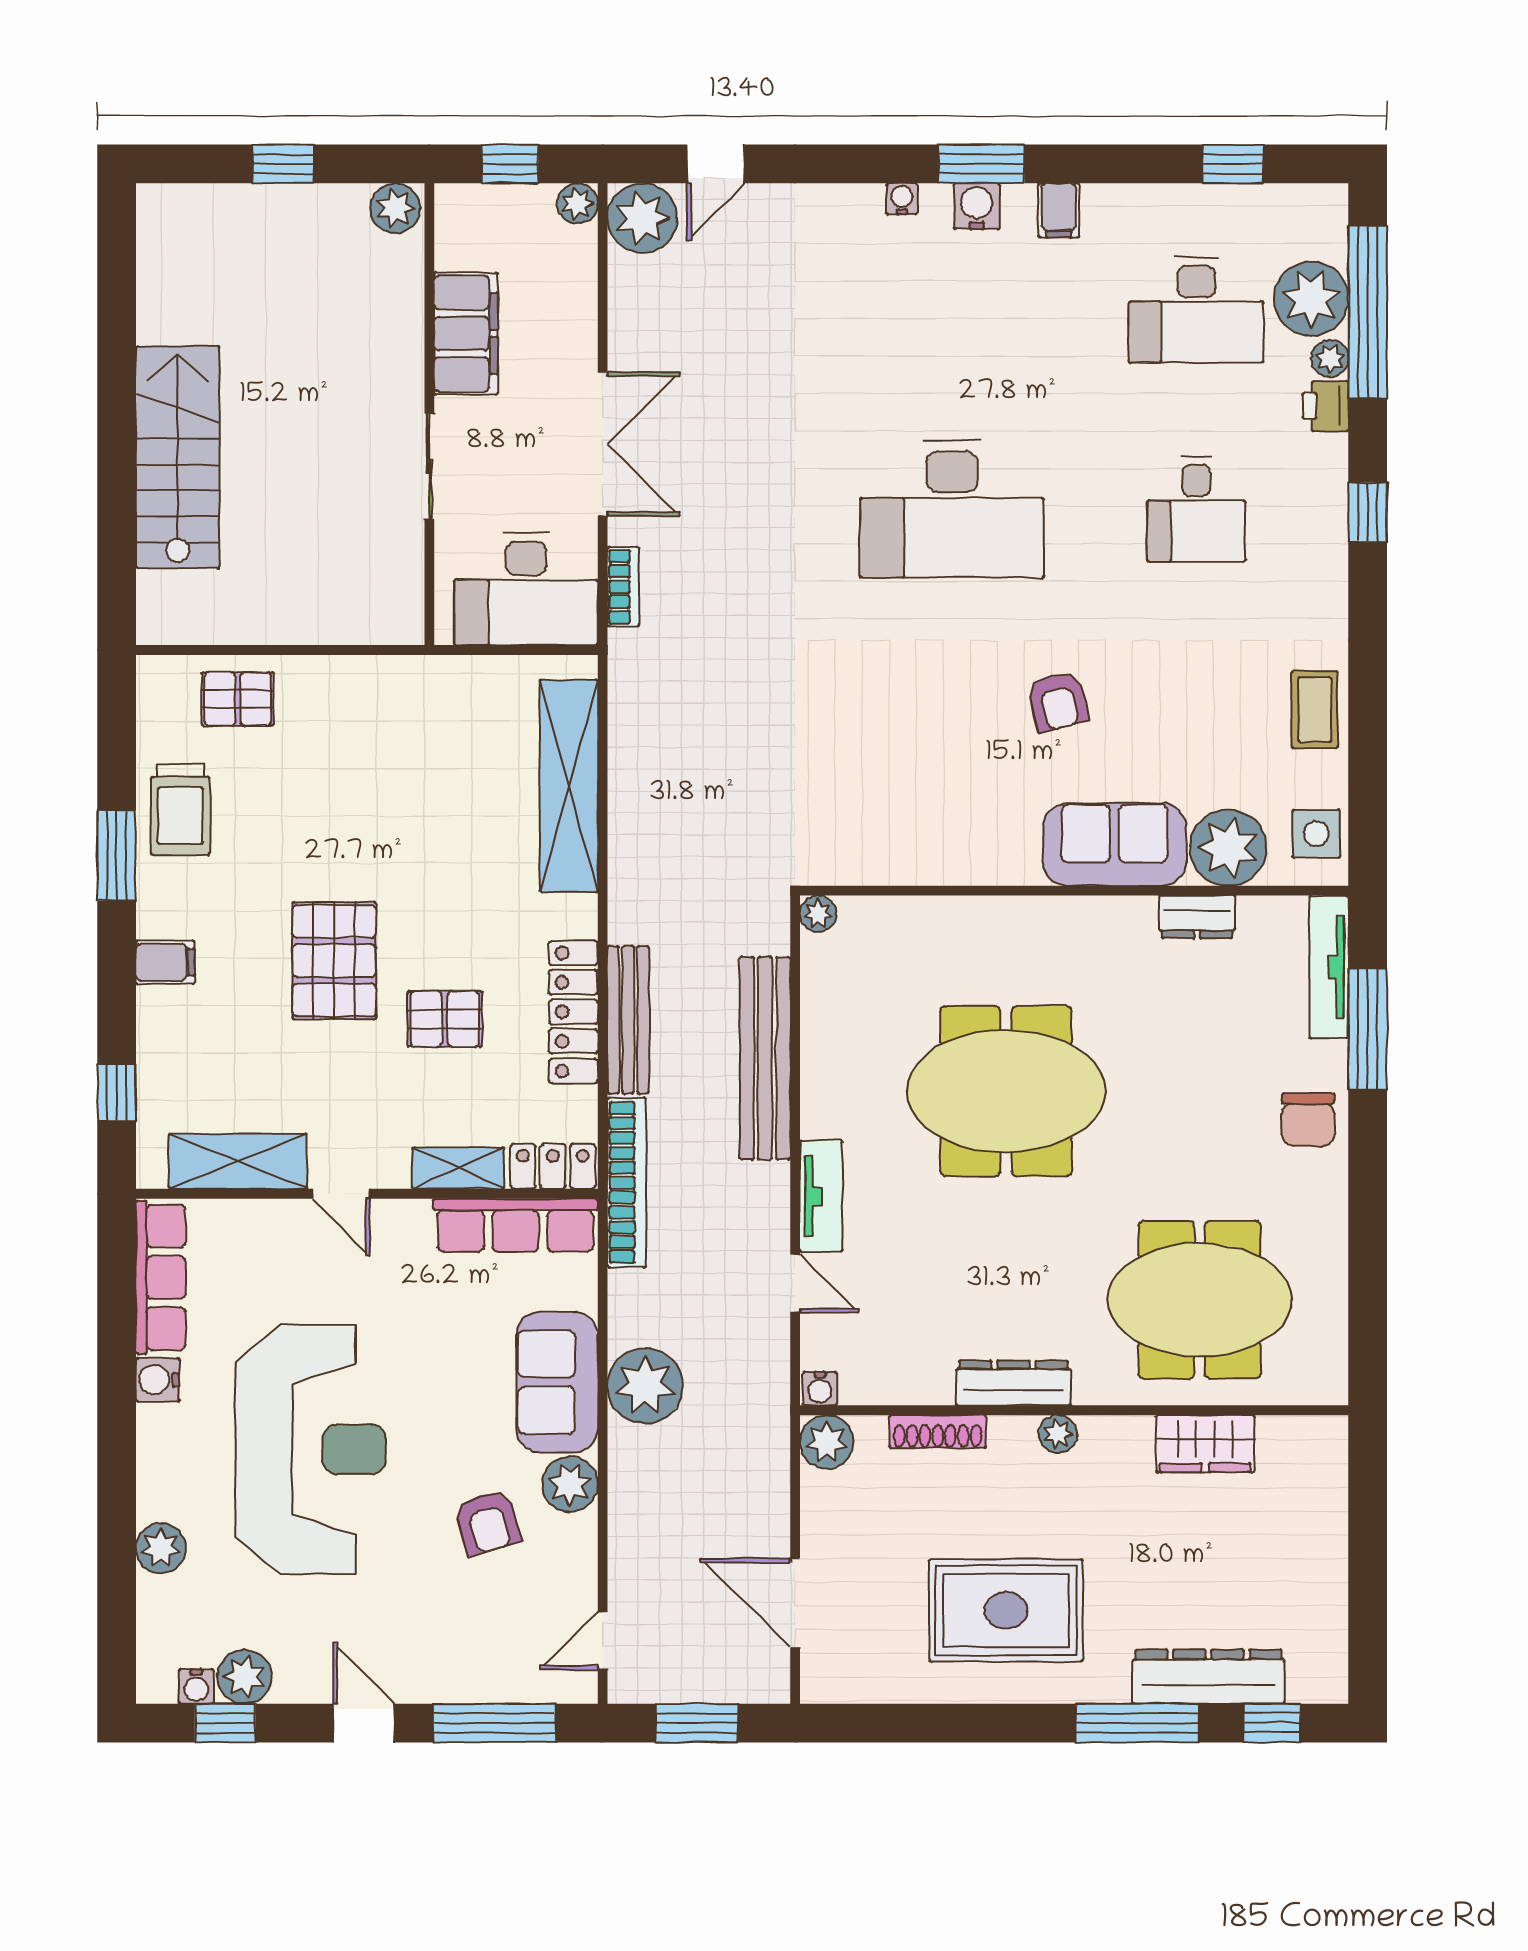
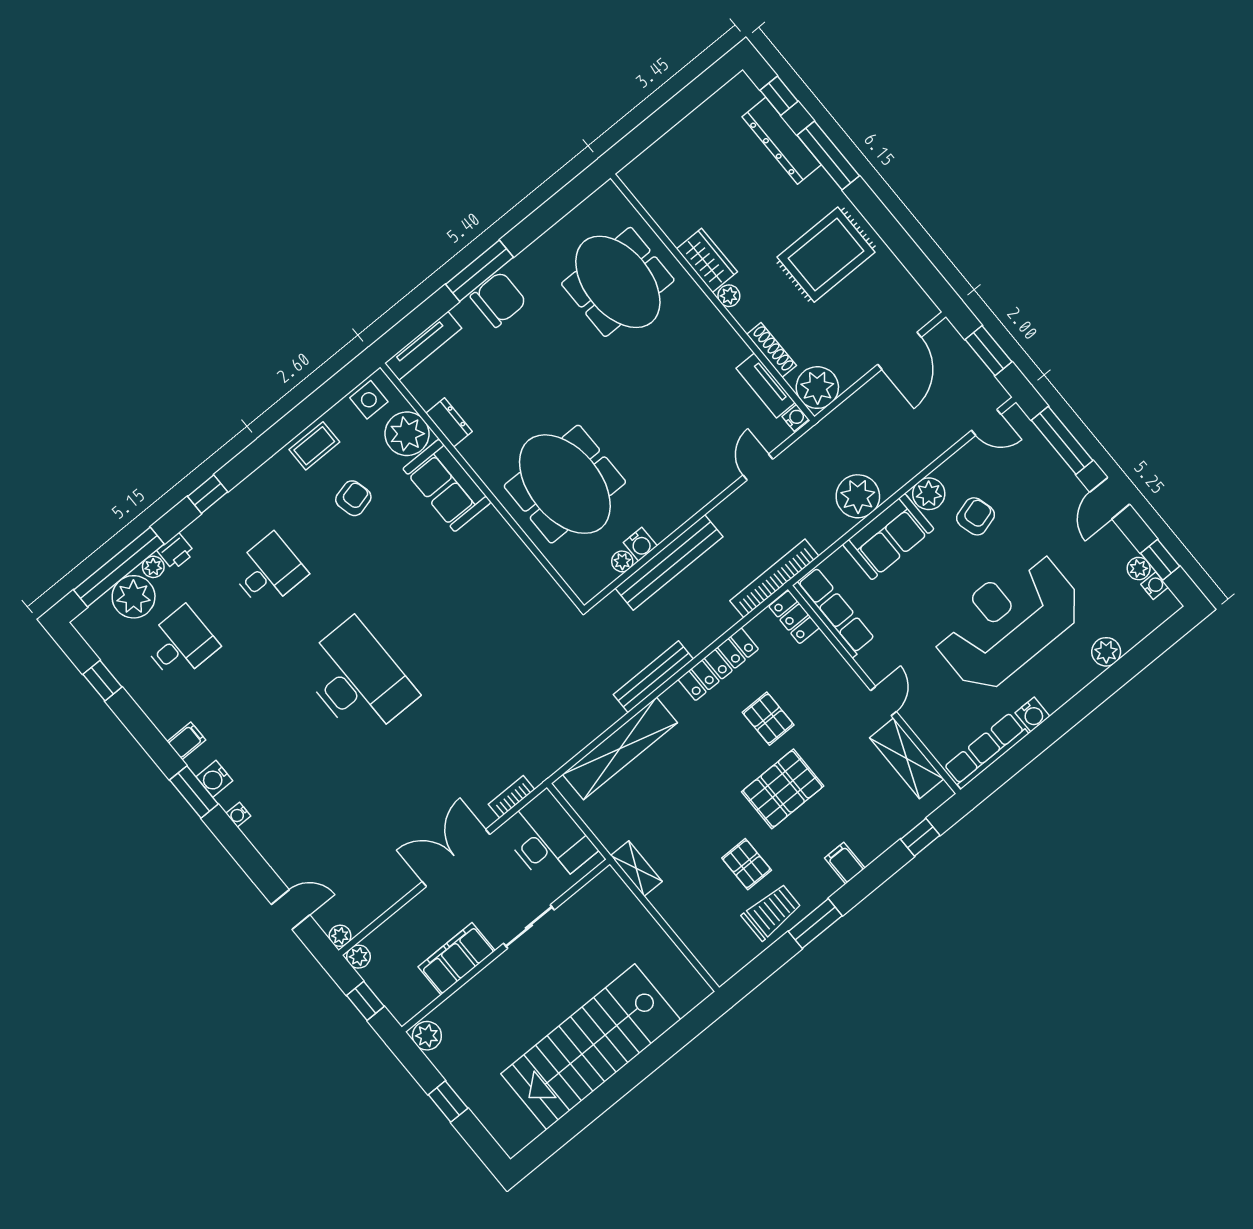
plant: (642, 218) -> (340, 936), width x0.53, depth x0.53
desk: (1196, 310) -> (180, 644), width x0.73
stairs: (178, 457) -> (591, 1047), width x1.36, depth x1.51
pallet: (238, 699) -> (747, 864), moved
armchair: (1058, 701) -> (353, 498), moved
plant: (818, 914) -> (622, 561), moved
bench: (628, 1020) -> (653, 677), moved
window: (1368, 1029) -> (479, 271), moved
water cooler: (821, 1040) -> (640, 544), added
meeting table: (1006, 1091) -> (565, 484), moved
chair: (1308, 1120) -> (498, 299), width x1.37, depth x1.37
shelving: (458, 1168) -> (636, 869), moved
tv unit: (821, 1196) -> (766, 385), moved, turned -90
dresser: (1013, 1383) -> (722, 334), removed
plant: (827, 1442) -> (817, 388), width x1.36, depth x1.36
wardrobe: (1205, 1444) -> (707, 260), moved
rug: (1006, 1610) -> (826, 255), turned 90
plant: (244, 1677) -> (1139, 569), width x0.73, depth x0.73

